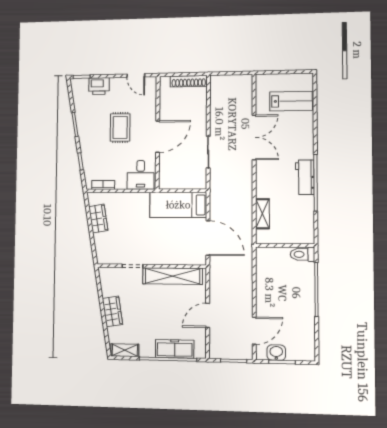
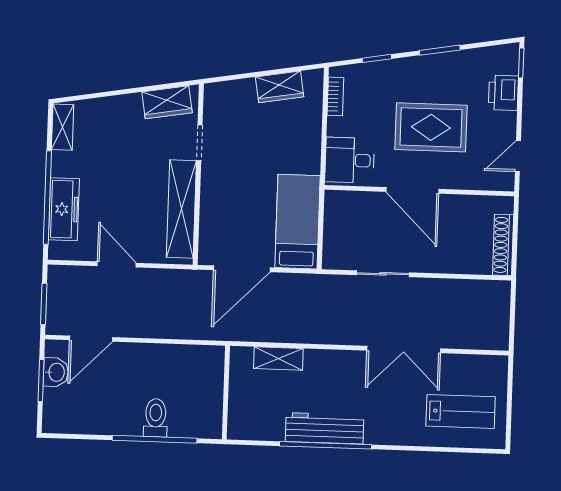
lab bench: (291, 101) -> (461, 411), turned -90
rug: (120, 128) -> (431, 127), width x1.36, depth x1.43
workbench: (305, 177) -> (325, 428), width x1.37
toilet: (302, 254) -> (156, 418), moved
wardrobe: (112, 311) -> (167, 102), moved
door: (254, 331) -> (91, 339), hinge flipped

